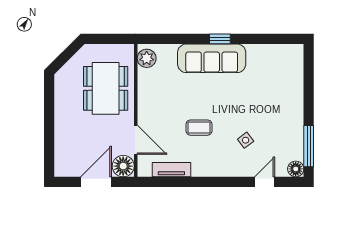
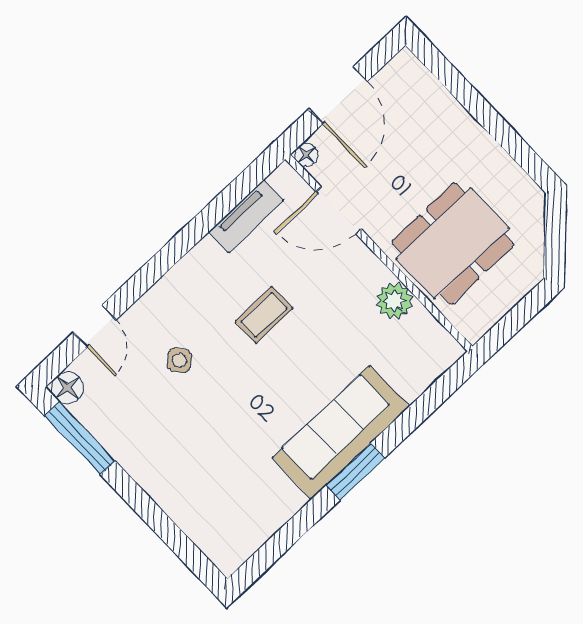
window: (220, 39) -> (355, 472), width x1.50
plant: (147, 58) -> (394, 301), moved
dining table: (106, 88) -> (453, 243), turned 90
floor lamp: (123, 166) -> (306, 155), width x0.53, depth x0.53

